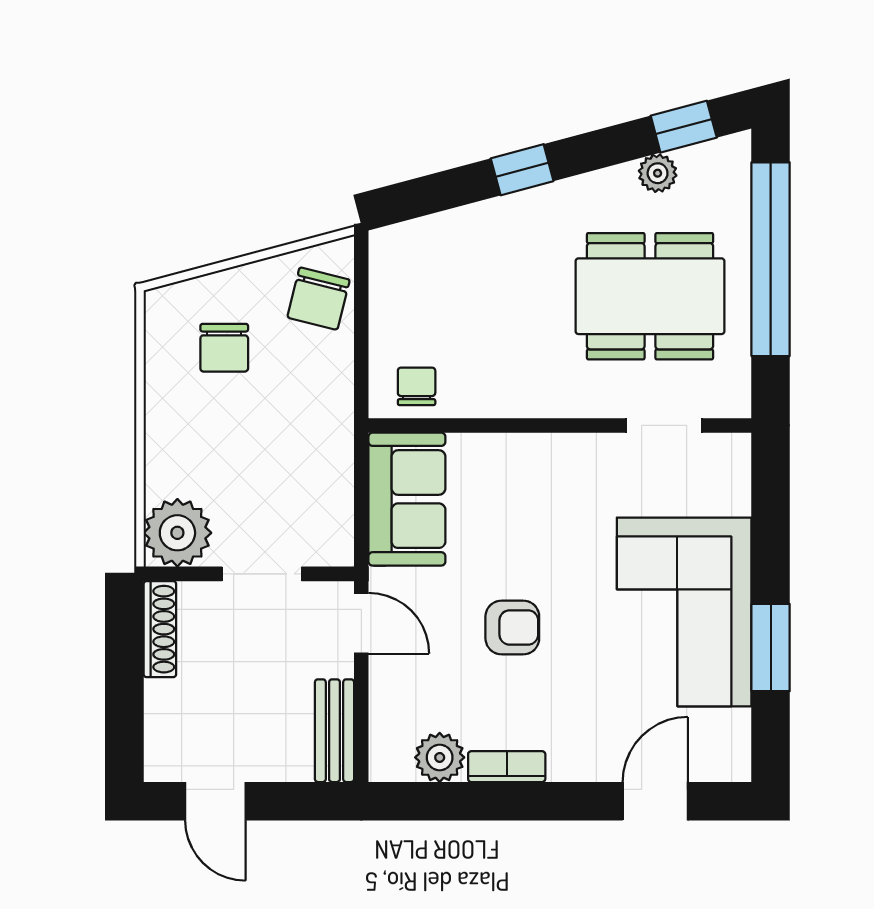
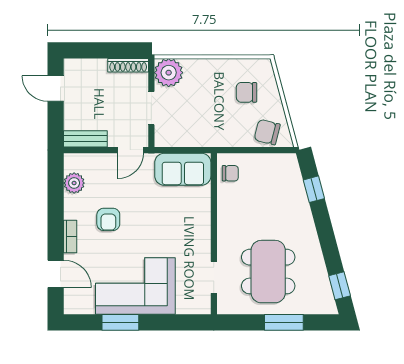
window: (522, 170) -> (314, 189), moved
plant: (658, 173) -> (320, 275), removed
window: (771, 259) -> (284, 322), width x0.47
armchair: (512, 627) -> (108, 219), moved
bookcase: (507, 767) -> (70, 237), moved
door: (215, 801) -> (56, 89), hinge flipped

